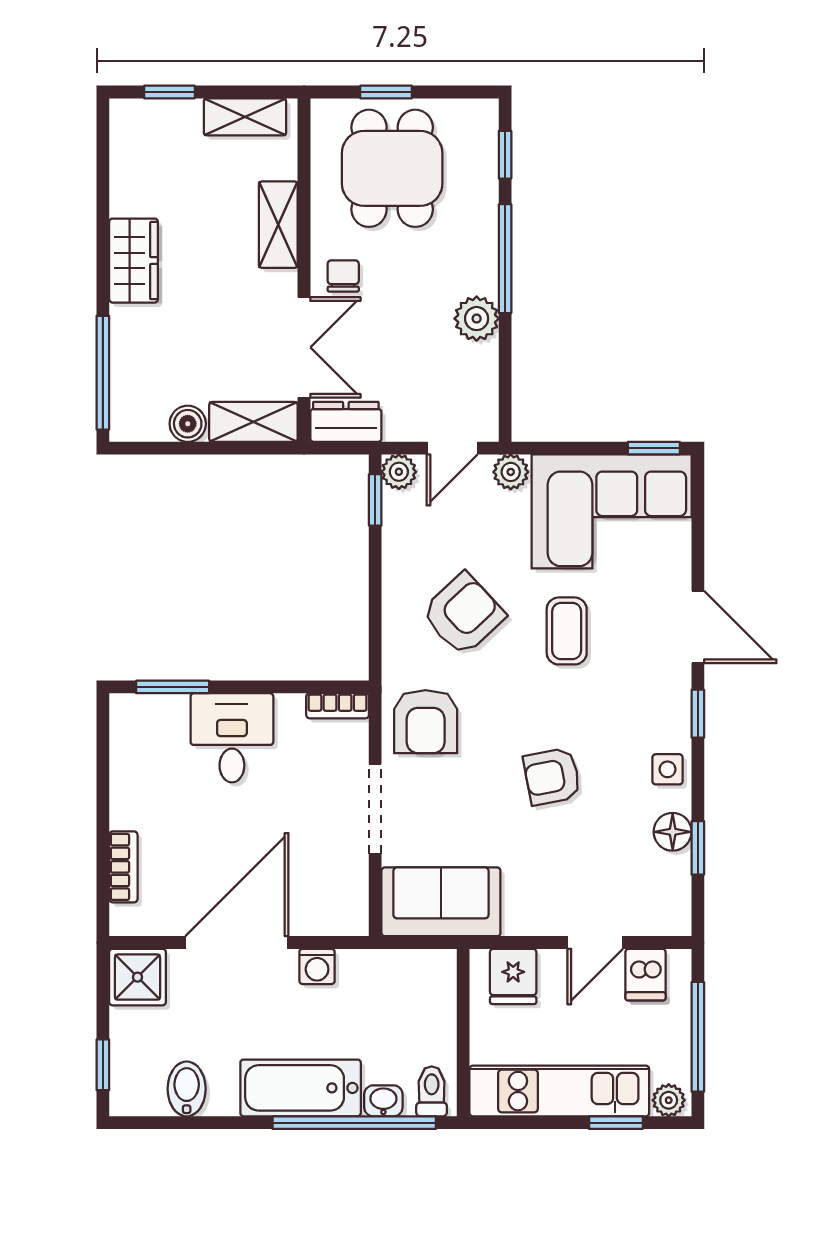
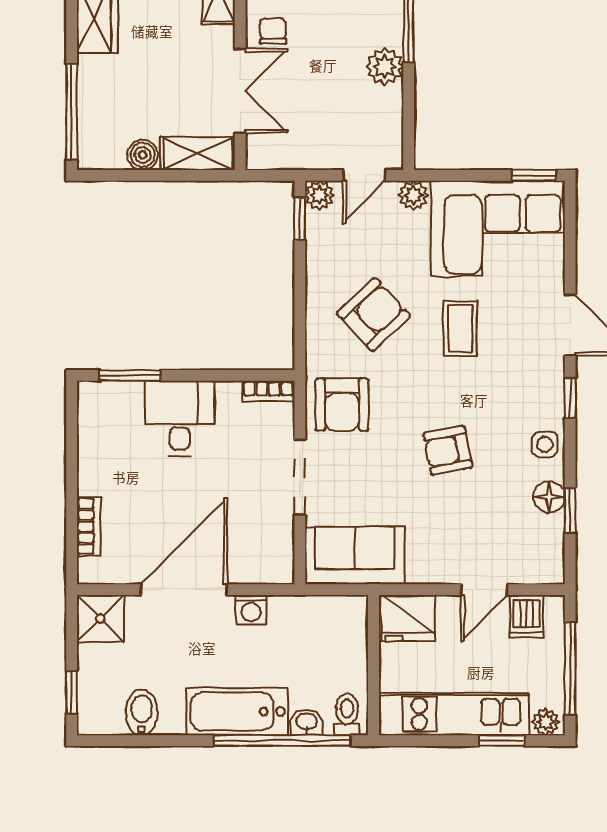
dresser: (346, 422) -> (275, 153), removed
fridge: (513, 976) -> (408, 618), width x1.38

